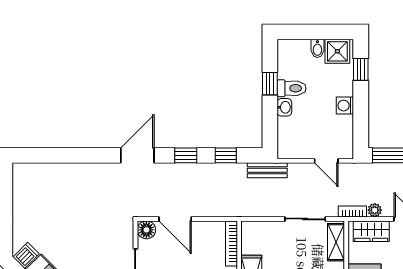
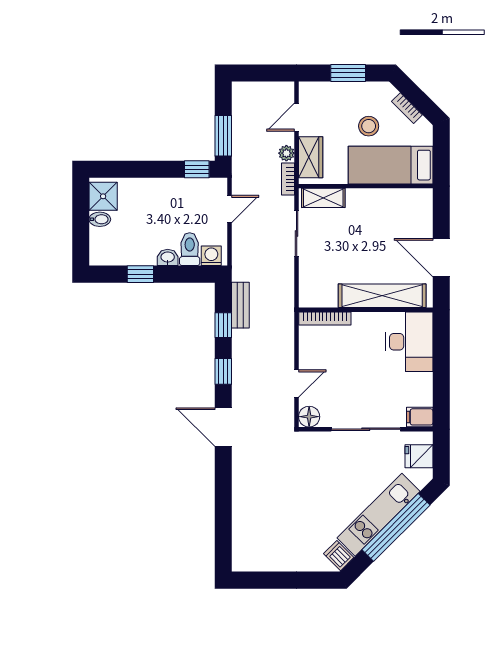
window: (361, 69) -> (197, 169), moved
toilet: (292, 88) -> (190, 249), moved
washing machine: (345, 106) -> (211, 256), moved, turned 180
bench: (267, 170) -> (240, 305), moved
door: (175, 219) -> (297, 384), width x0.73

